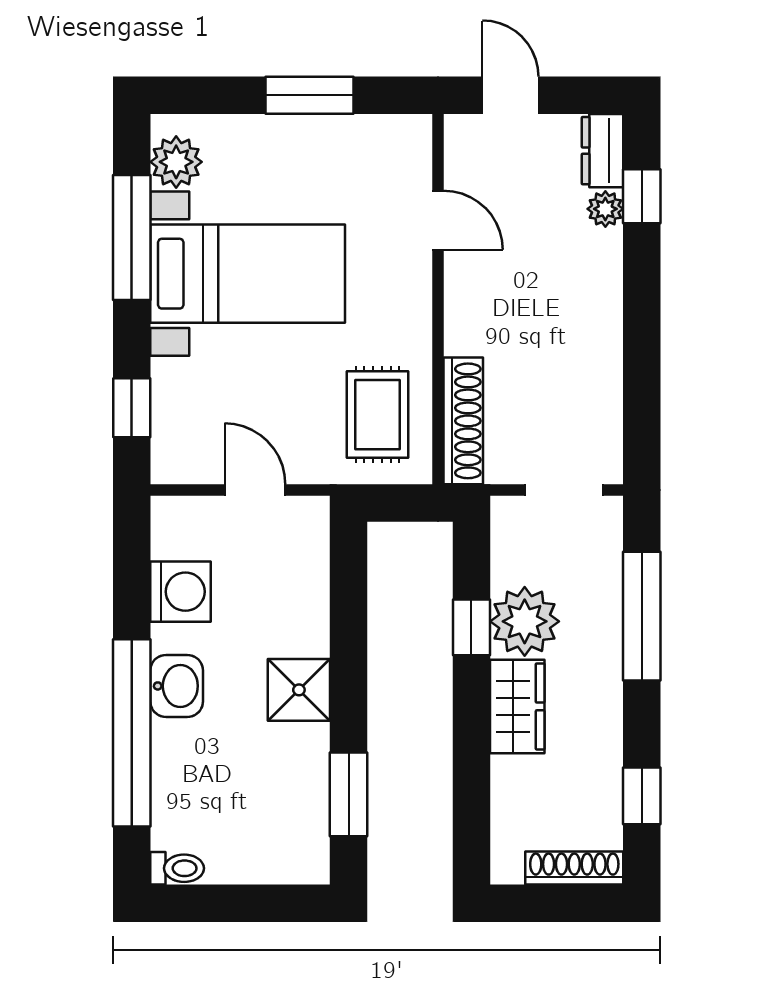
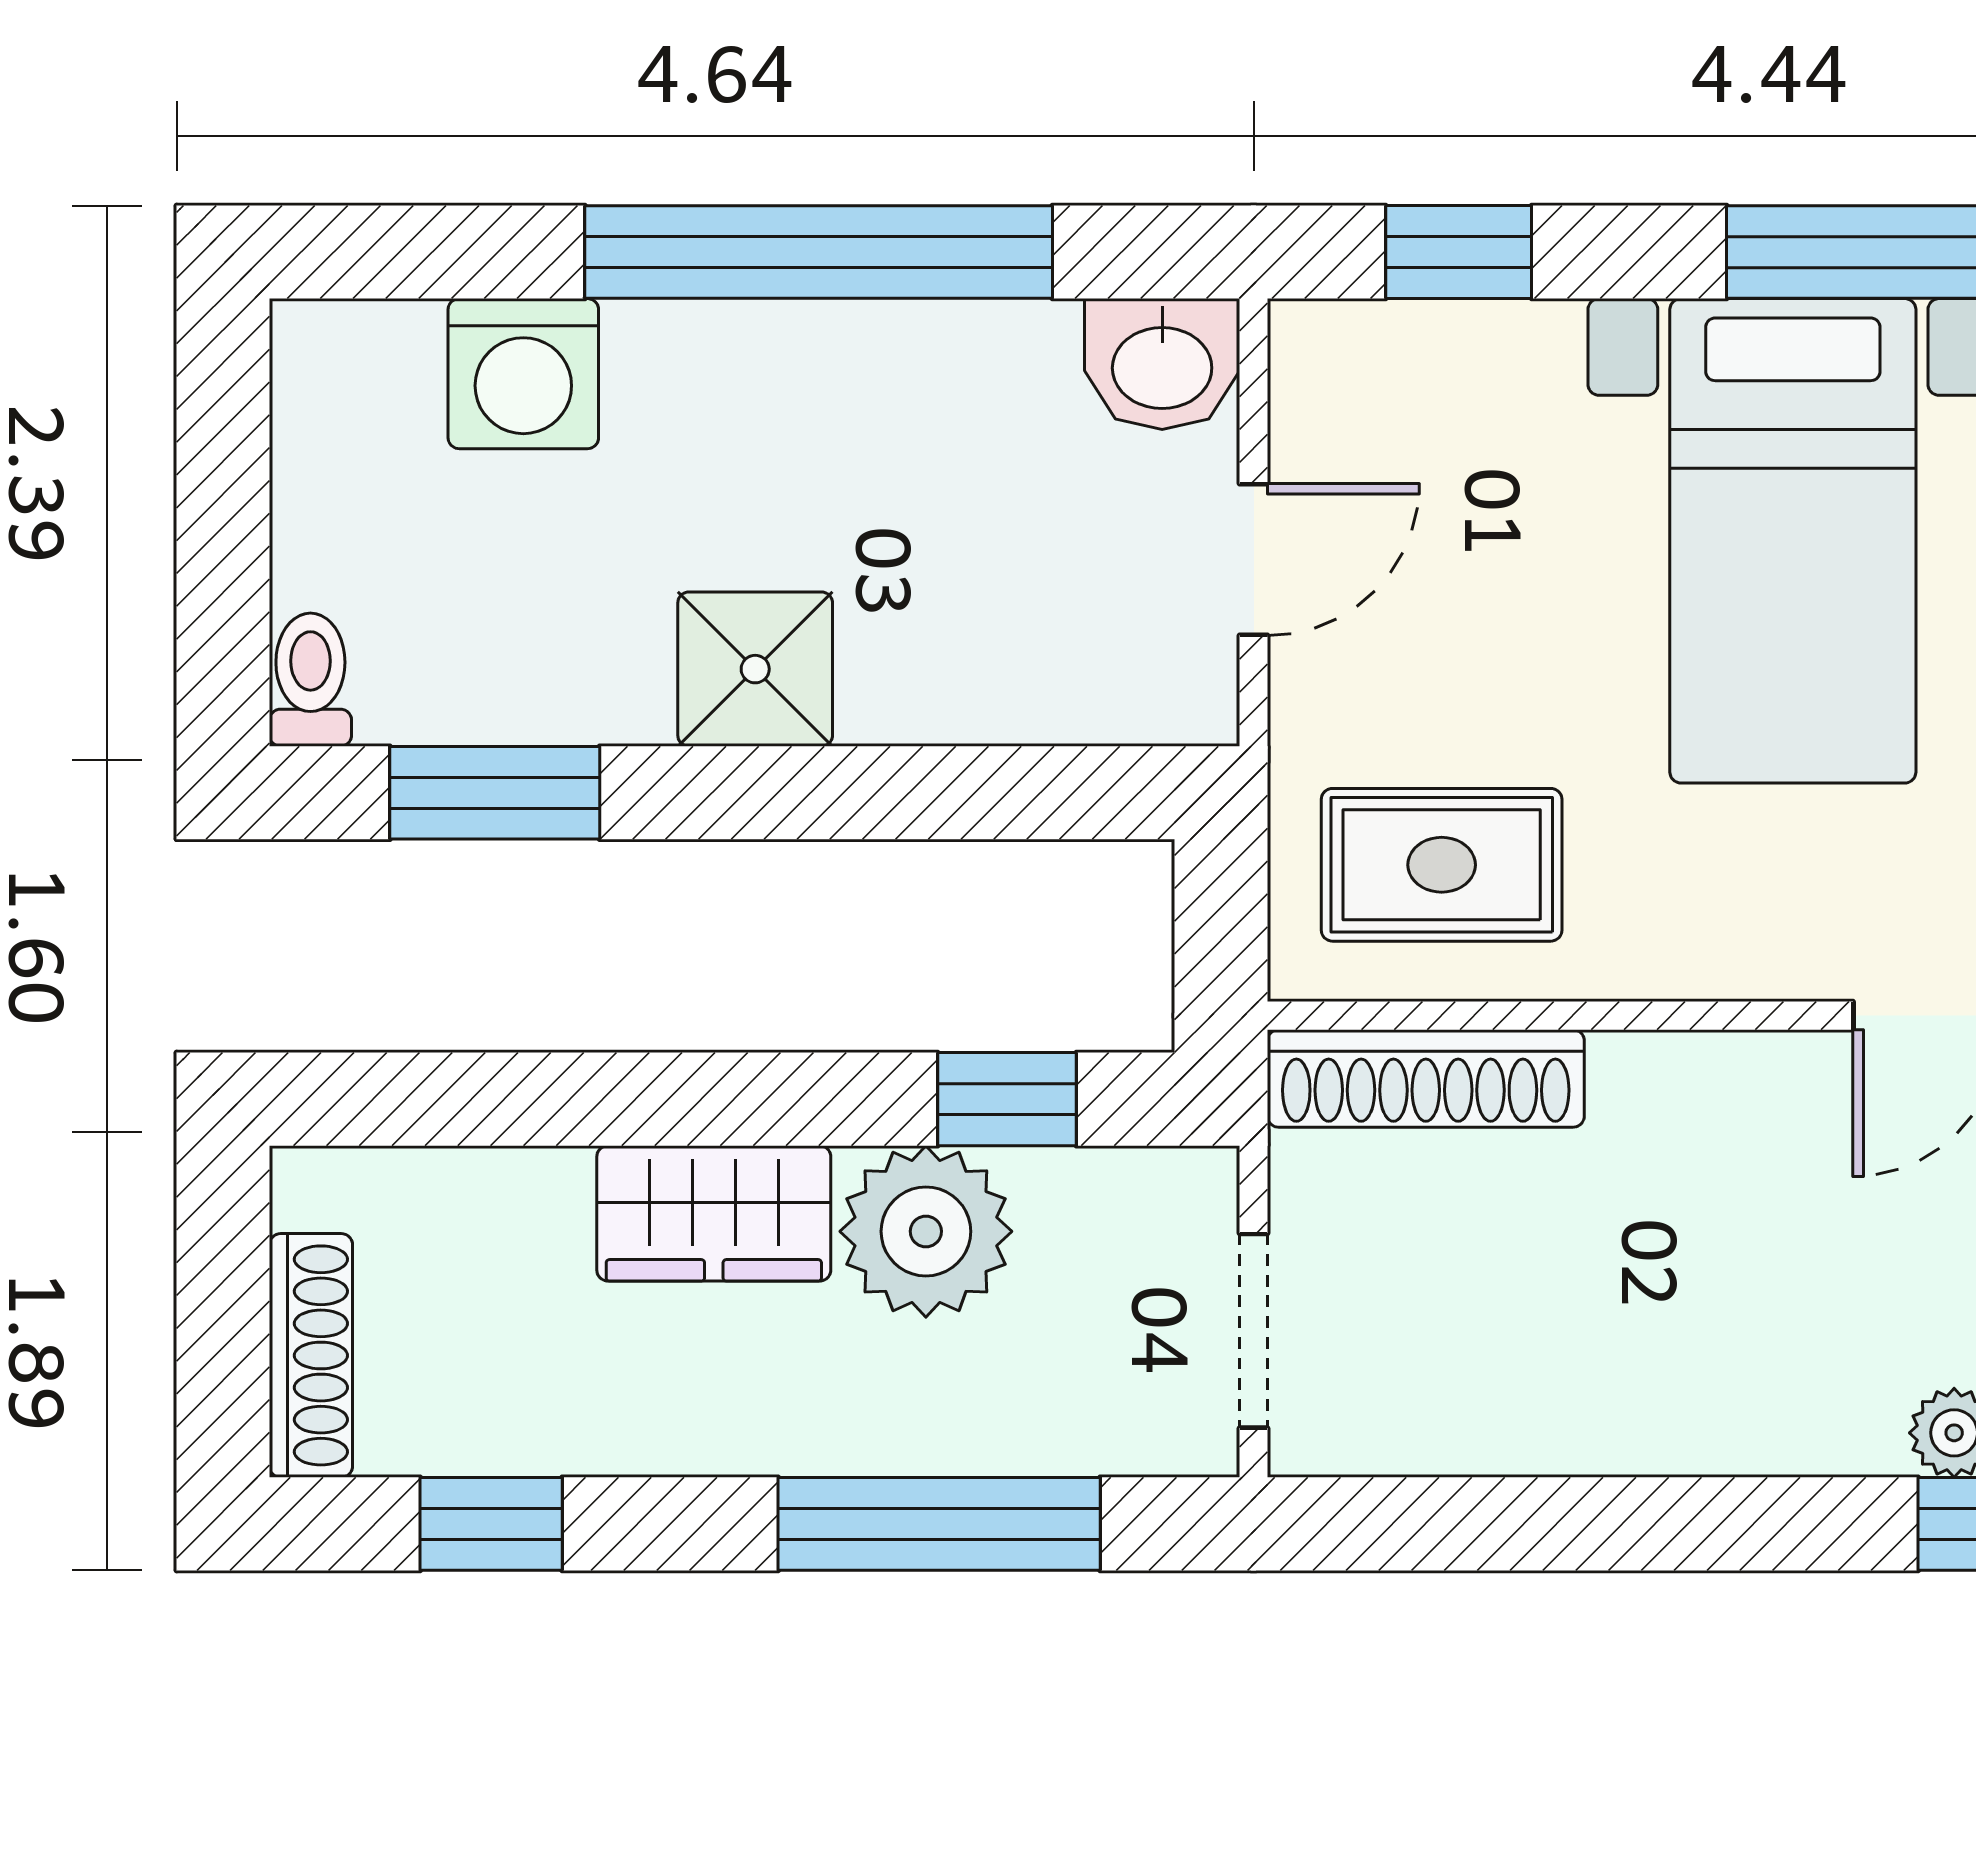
washing machine: (180, 592) -> (523, 374), moved
window: (471, 627) -> (1007, 1099), moved
washbasin: (177, 686) -> (1162, 364), moved
window: (132, 733) -> (819, 252), moved
toilet: (177, 868) -> (310, 680), moved, turned 180

